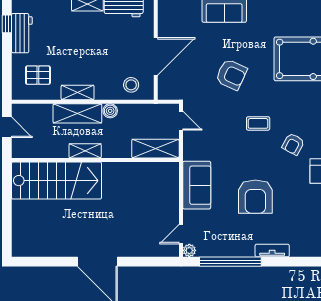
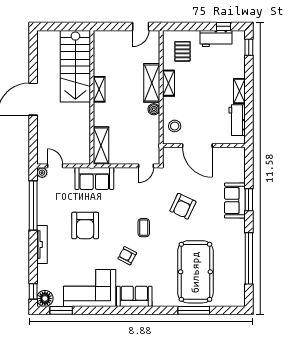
shelving: (155, 149) -> (101, 145), moved
shelving: (85, 151) -> (99, 89), moved
wall: (95, 160) -> (92, 97), moved
stairs: (56, 181) -> (75, 66), moved
armchair: (255, 197) -> (85, 226), turned -90
tv unit: (272, 250) -> (42, 245), width x1.41

